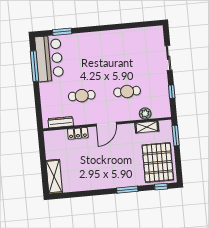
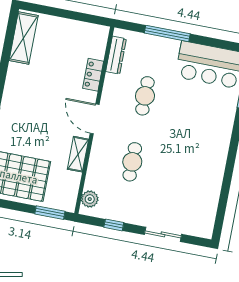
window: (34, 66) -> (167, 33), moved
plant: (145, 113) -> (90, 199), moved
shelving: (147, 127) -> (78, 154), moved
shelving: (54, 177) -> (24, 38), moved, turned 90

